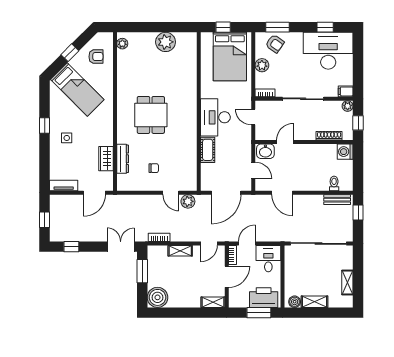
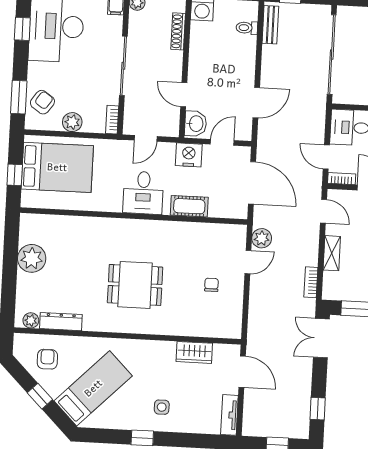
desk: (215, 117) -> (143, 193), width x0.73
nightstand: (243, 148) -> (189, 155), added
dresser: (123, 159) -> (61, 322), moved

